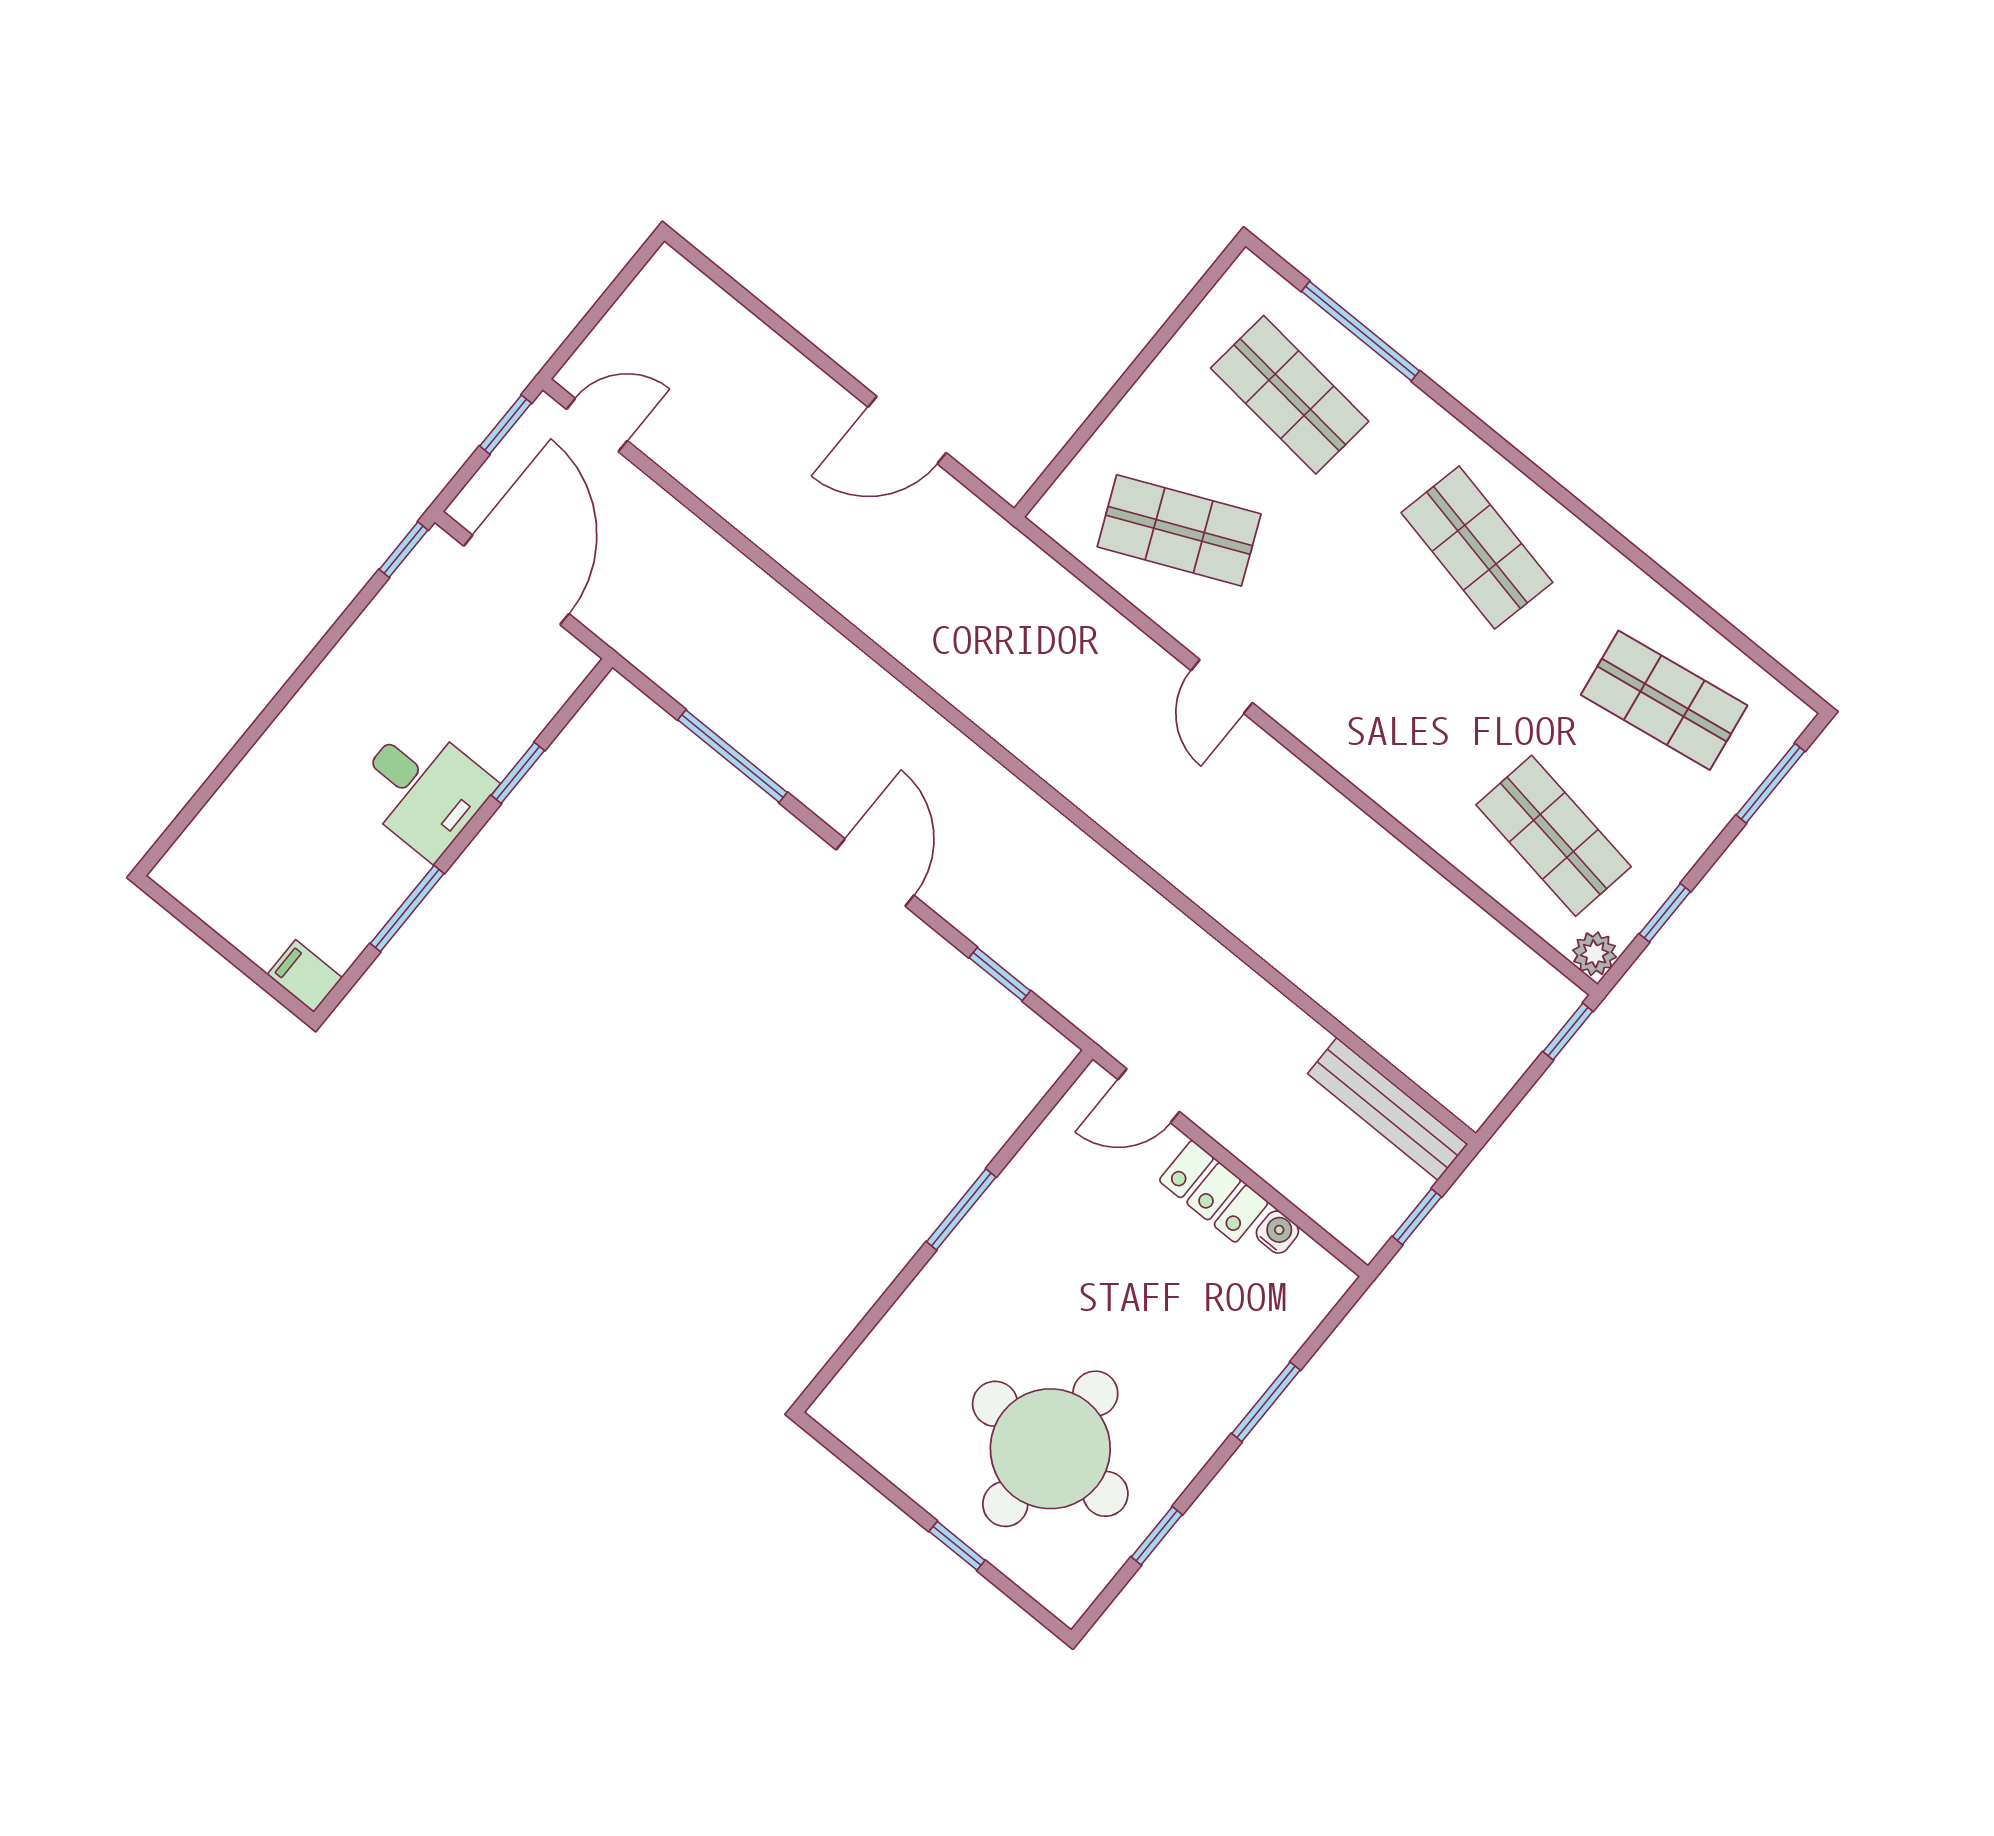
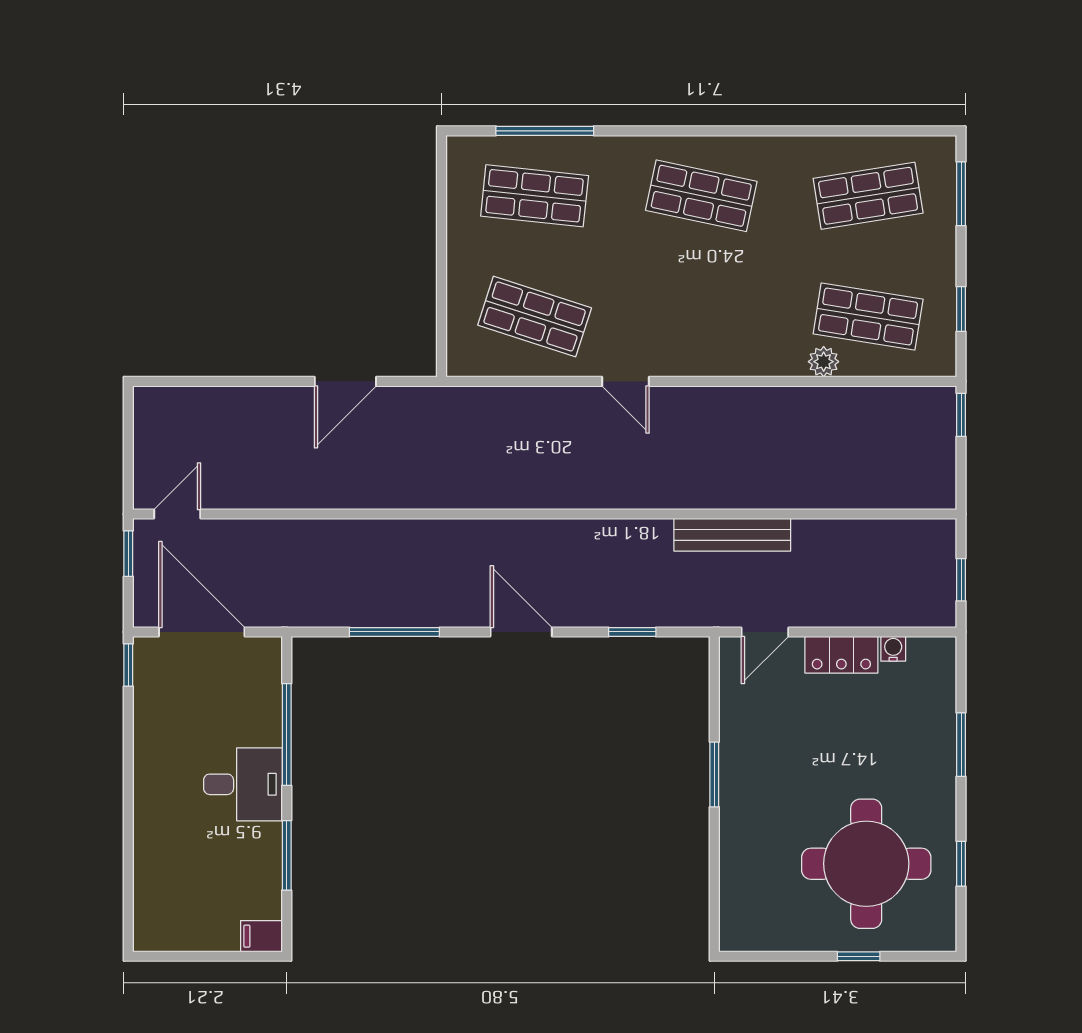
shop shelf: (1179, 530) -> (535, 317), turned 42
window: (518, 773) -> (287, 735), width x2.17
plant: (1595, 954) -> (824, 362), moved
bench: (1388, 1109) -> (732, 535), moved

